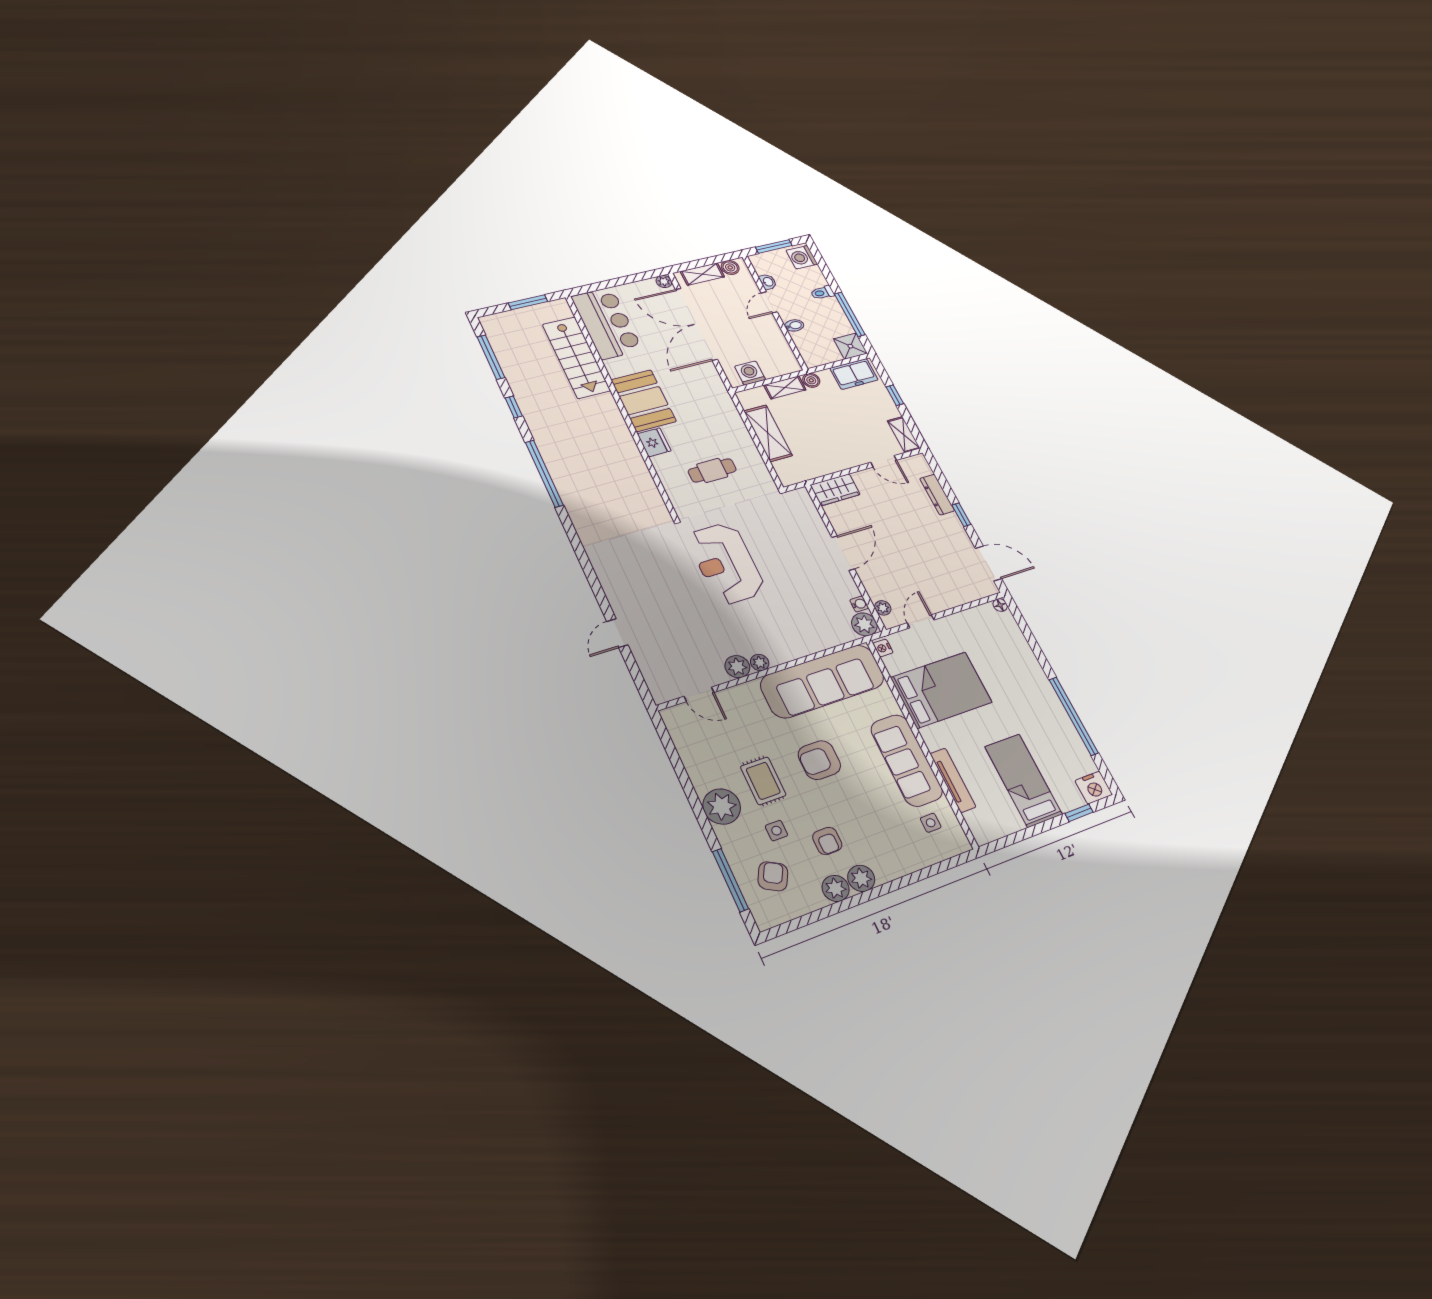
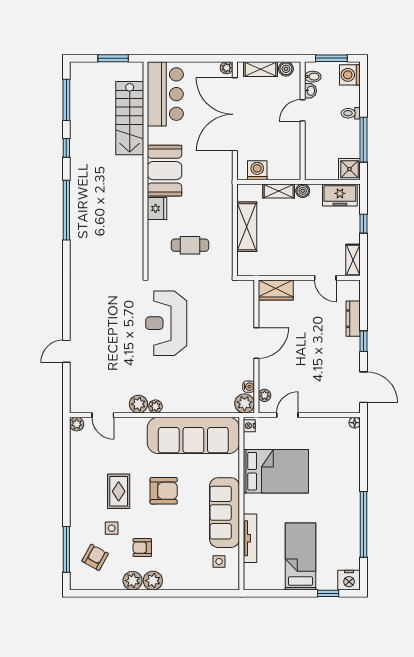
bidet: (794, 325) -> (313, 77), moved
armchair: (819, 760) -> (164, 491), turned 180
plant: (722, 807) -> (77, 424), moved, width x0.53, depth x0.53
armchair: (827, 841) -> (142, 548), turned 90

